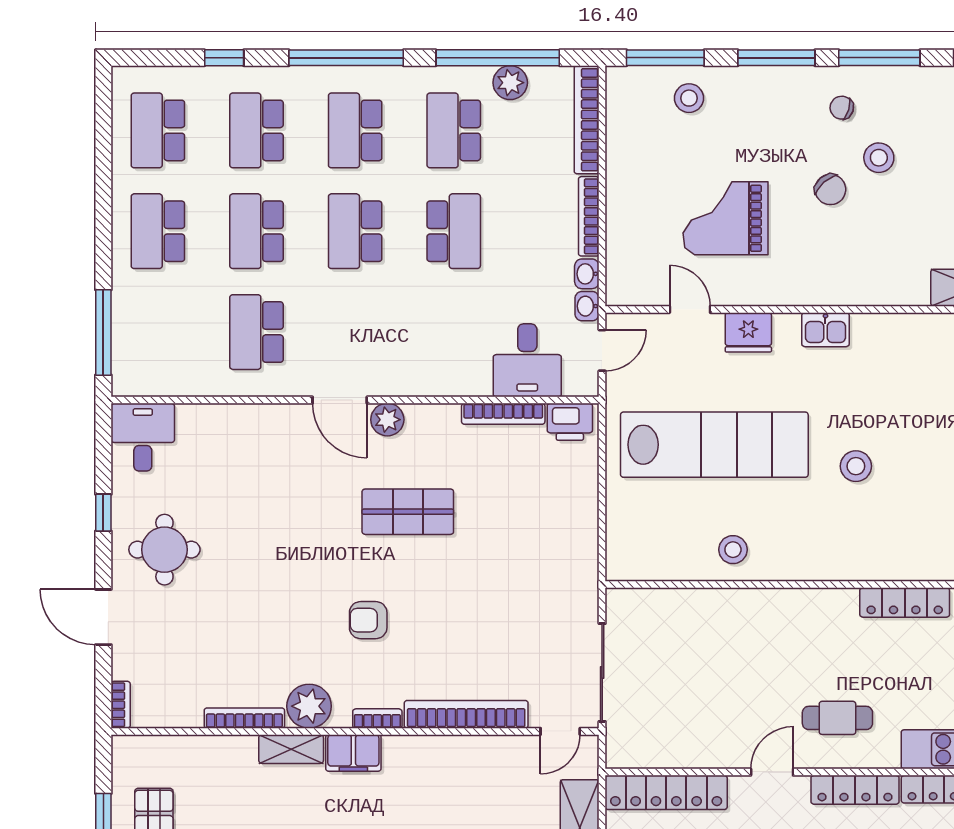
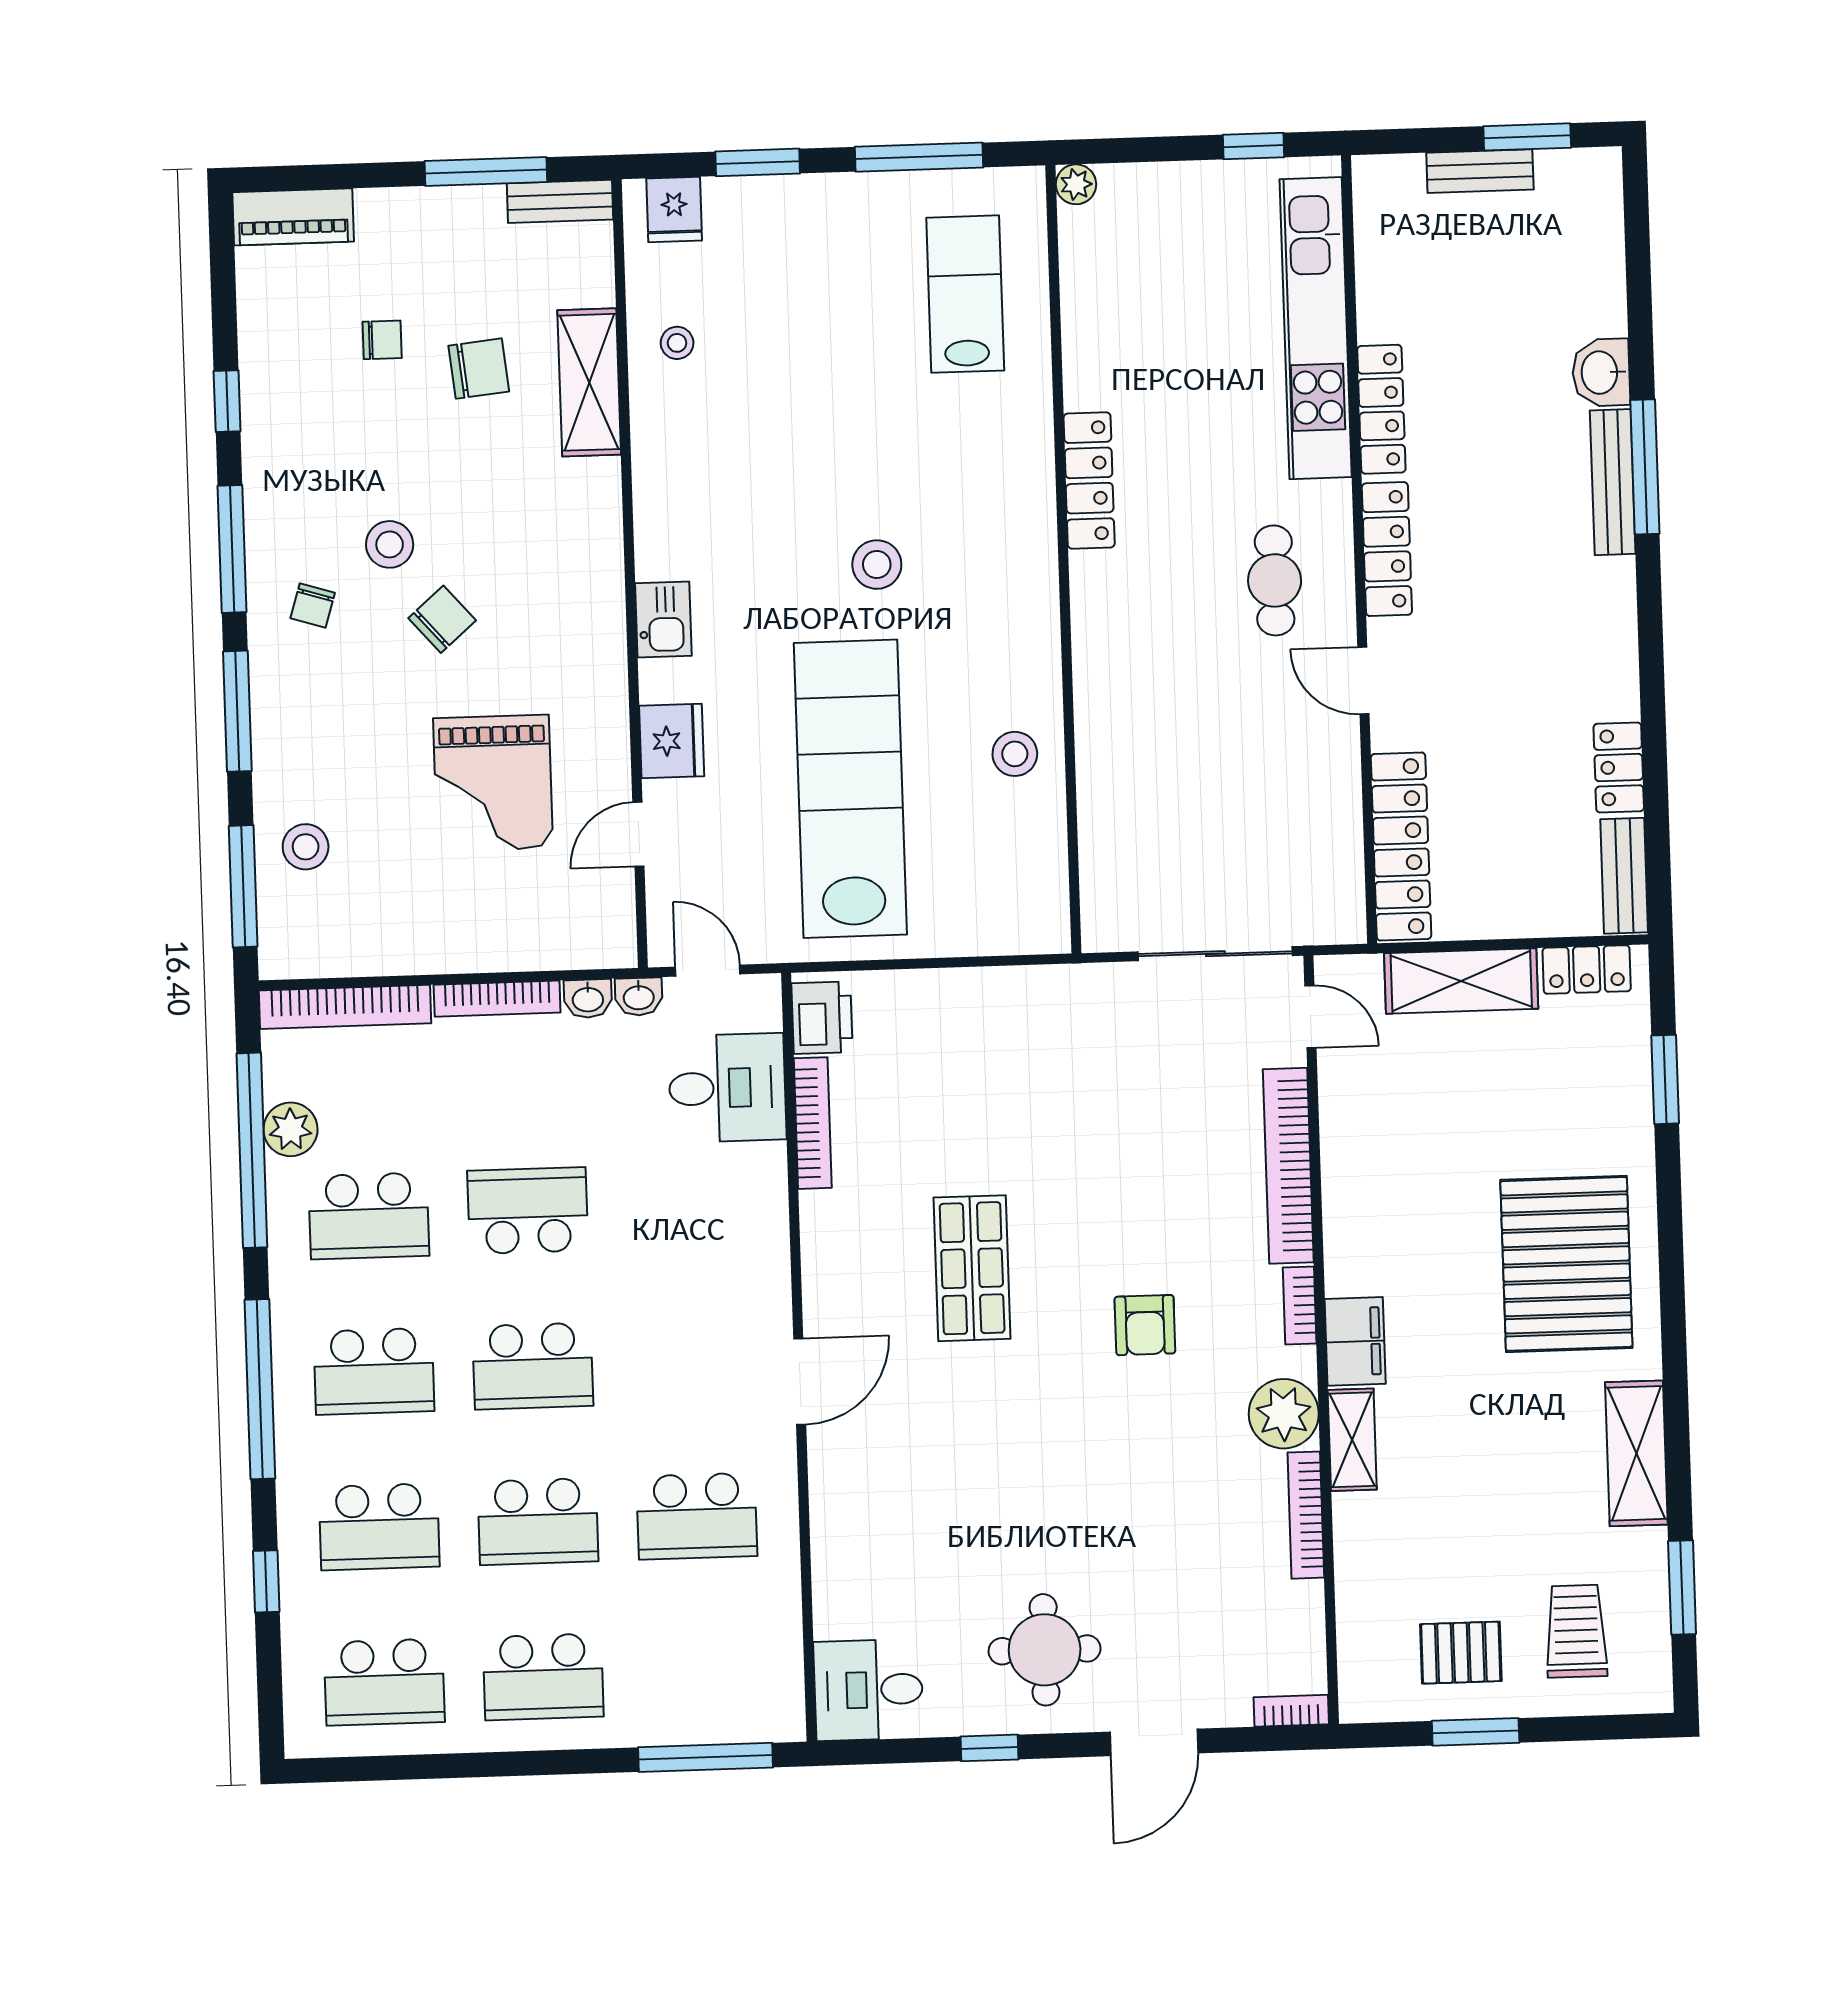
plant: (387, 420) -> (828, 1305), removed

